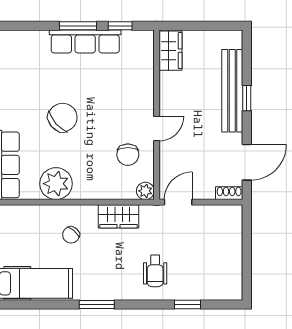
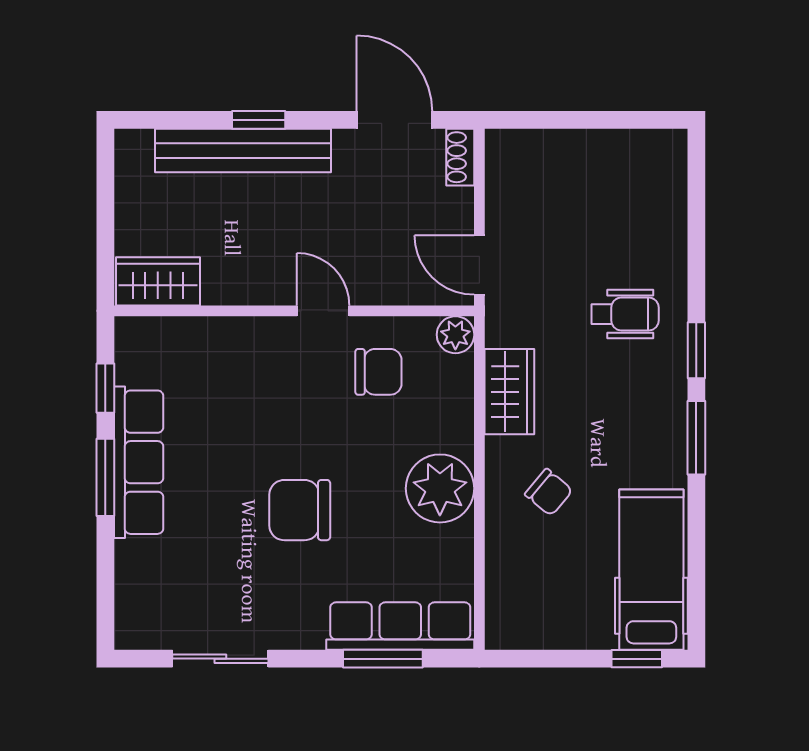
chair: (63, 118) -> (300, 510), turned -49
plant: (56, 184) -> (440, 488), moved
window: (187, 305) -> (696, 350), moved

